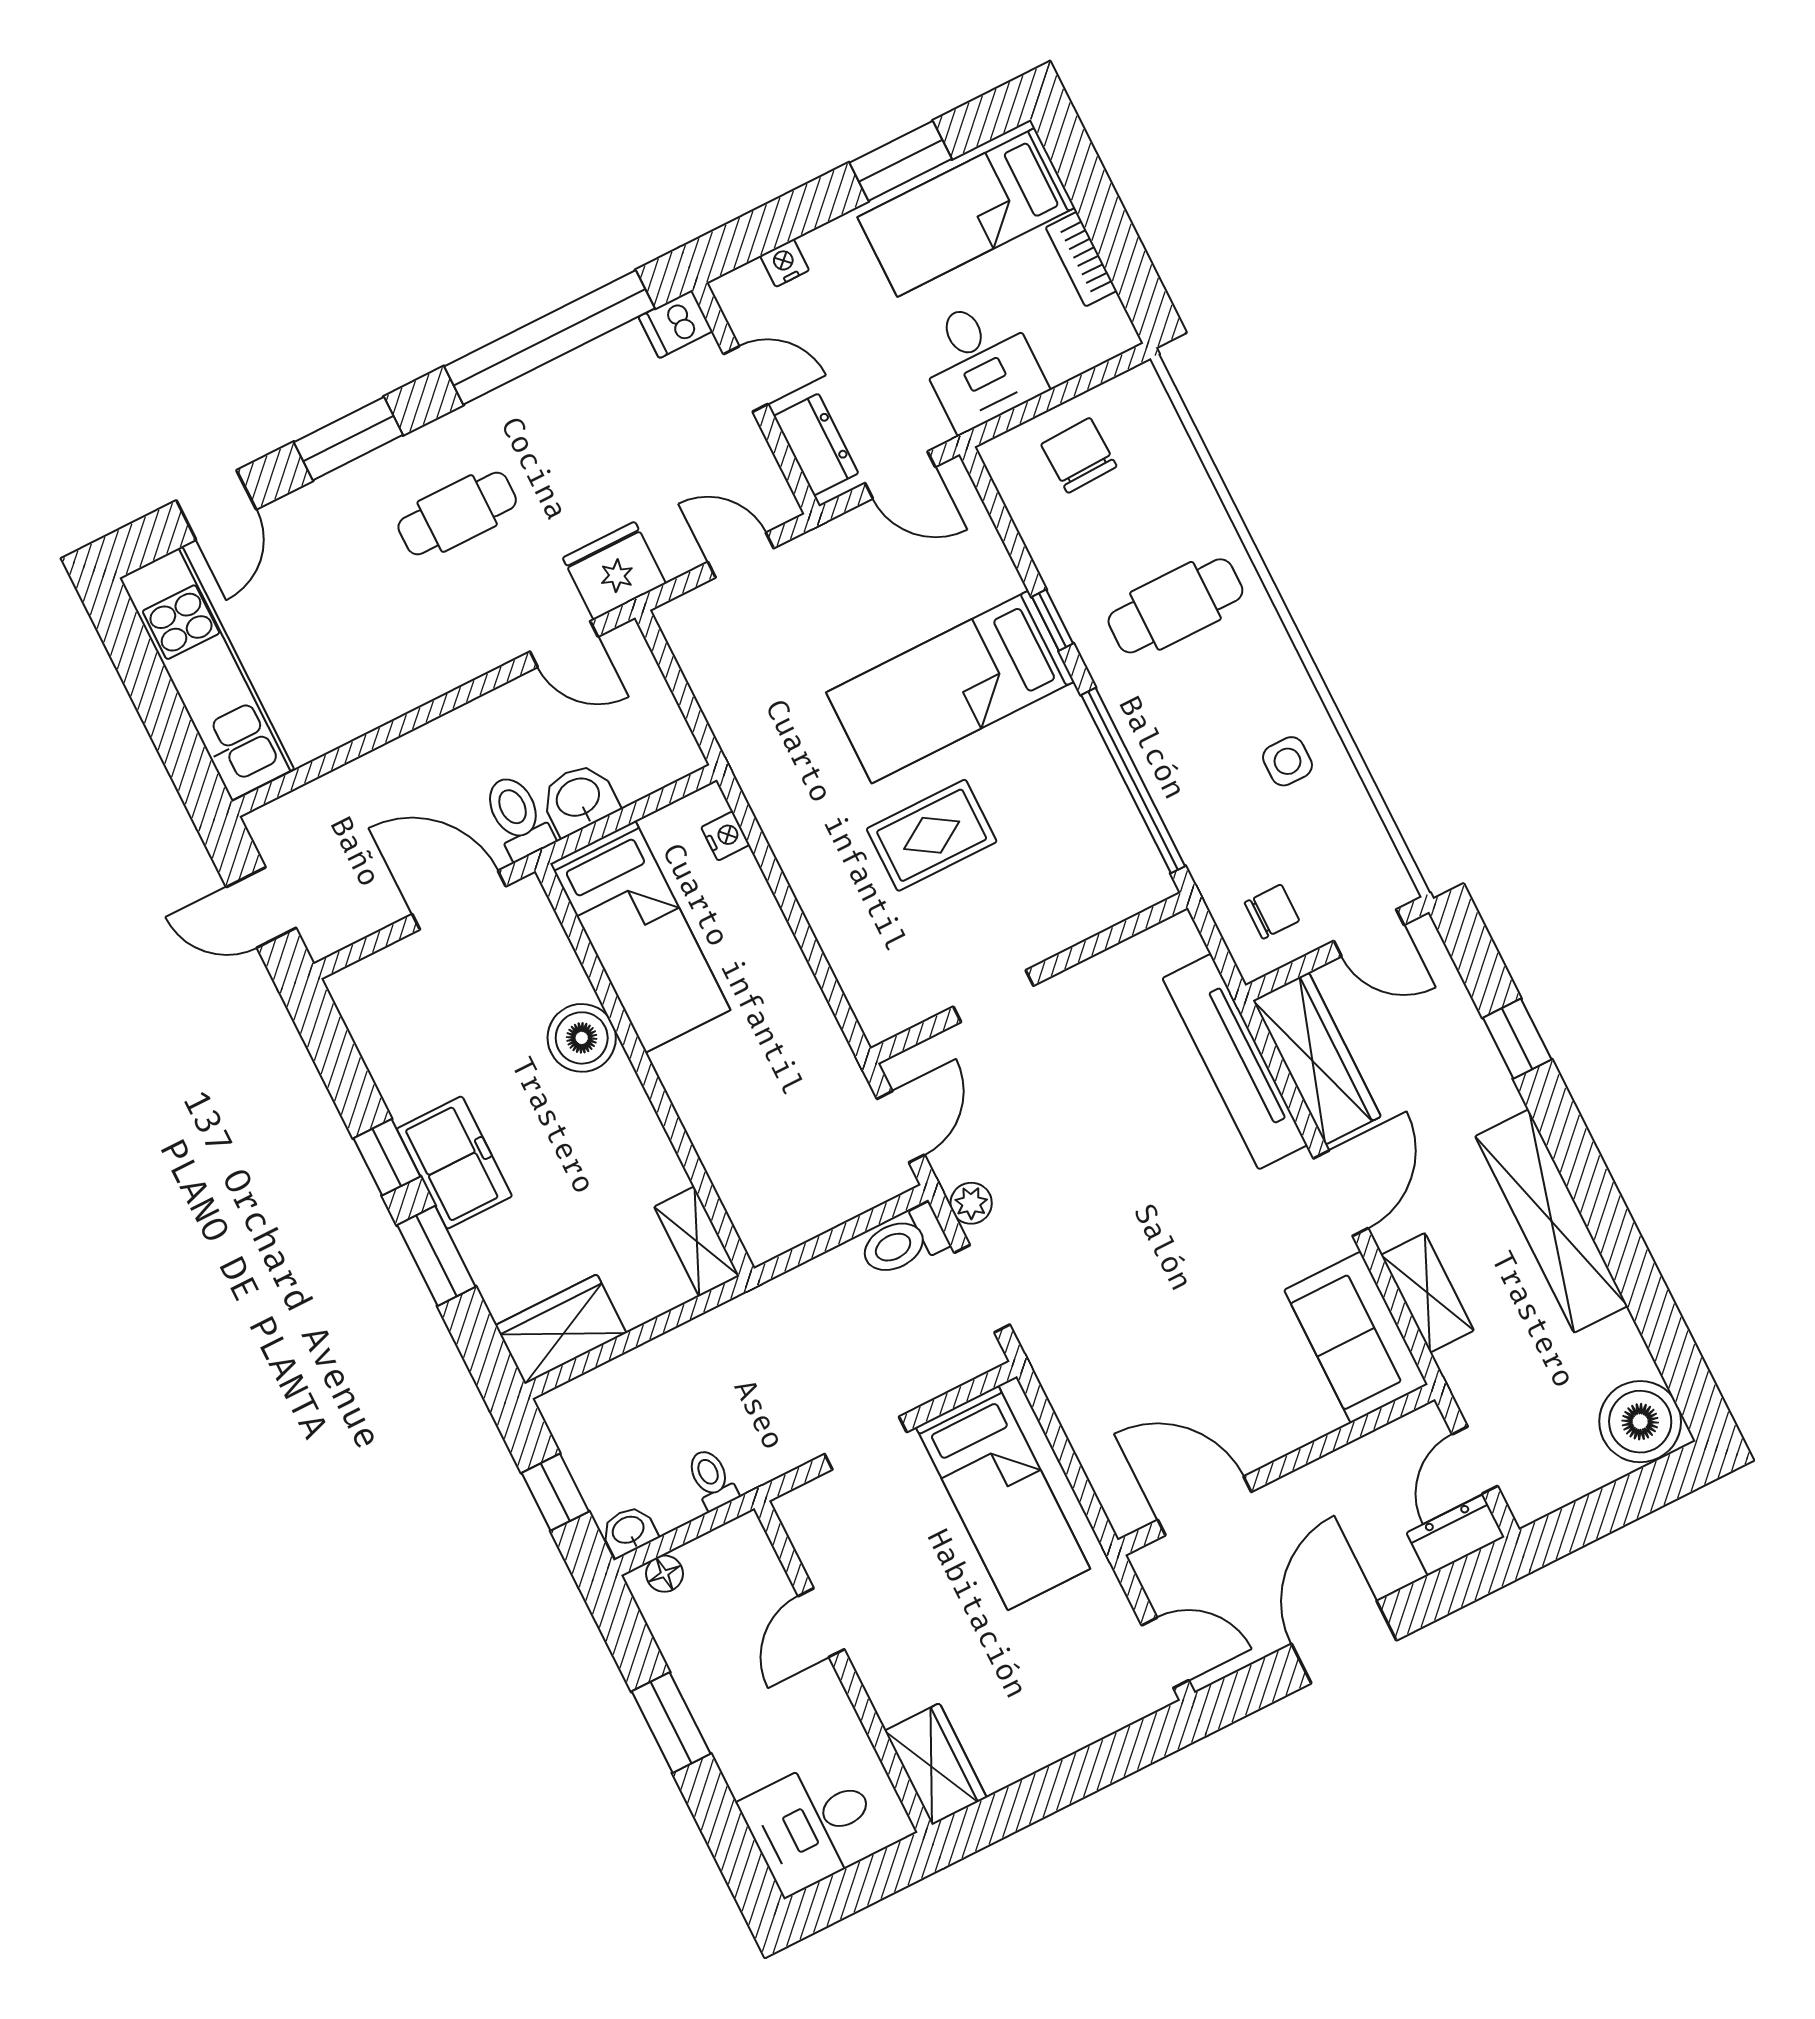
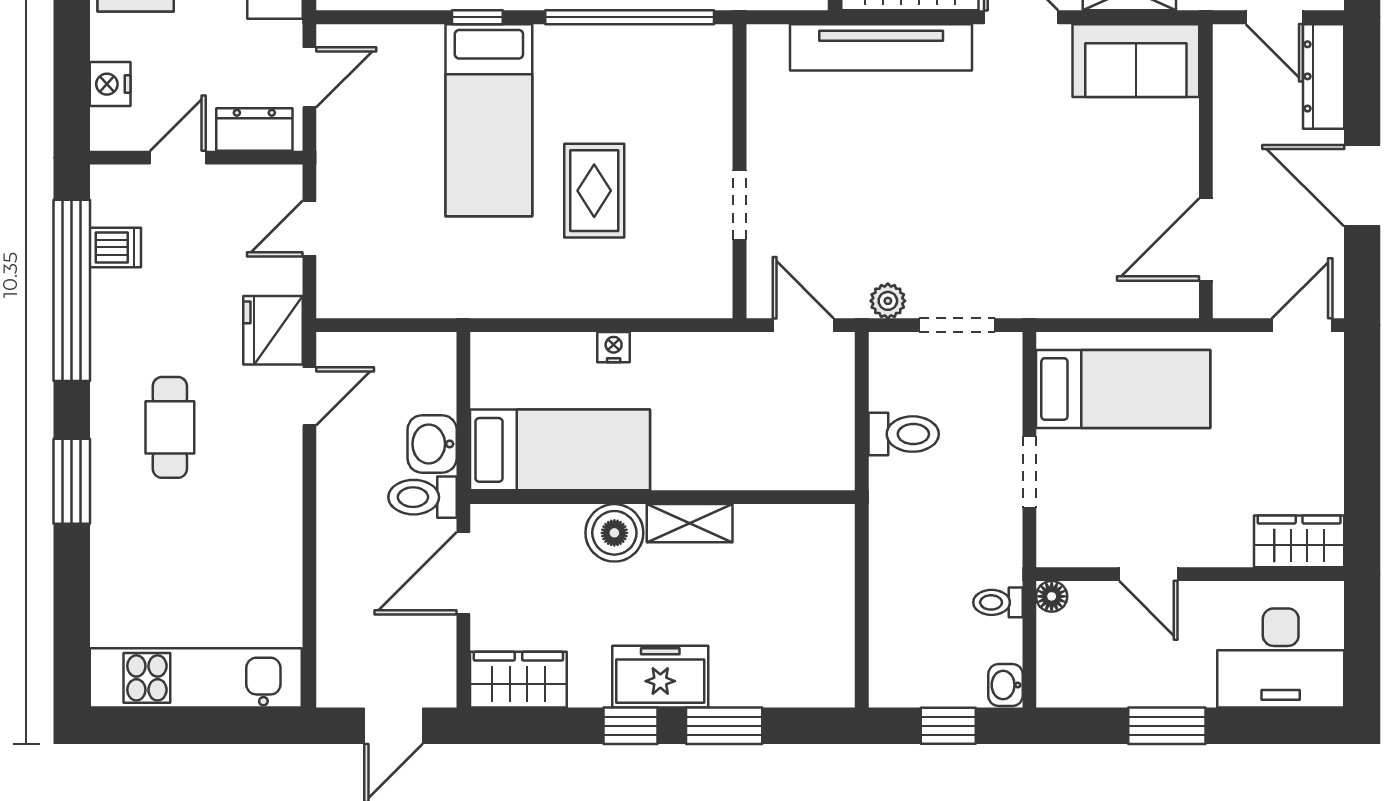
nightstand: (785, 263) -> (110, 84), width x1.39, depth x1.35
dishwasher: (676, 324) -> (115, 247), moved, turned -90
door: (216, 505) -> (72, 607), removed
nightstand: (725, 836) -> (614, 347), moved
shelving: (697, 1241) -> (690, 523), moved
toilet: (903, 1242) -> (904, 434), moved, turned -90
wardrobe: (561, 1329) -> (518, 680), moved, turned 90
dresser: (1456, 1535) -> (1324, 76), width x1.44
floor lamp: (664, 1574) -> (1052, 596), moved
desk: (812, 1825) -> (1281, 658), width x1.37

